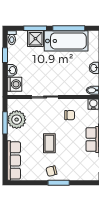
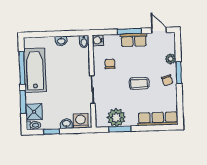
shower: (35, 39) -> (34, 112), moved
plant: (72, 175) -> (171, 59), added

